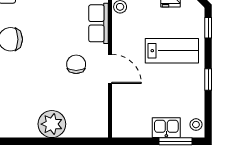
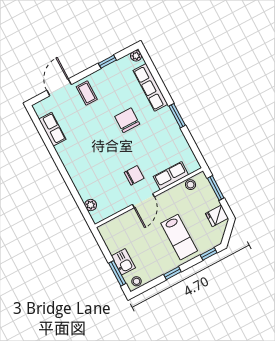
plant: (52, 124) -> (91, 205), moved, width x0.53, depth x0.53

